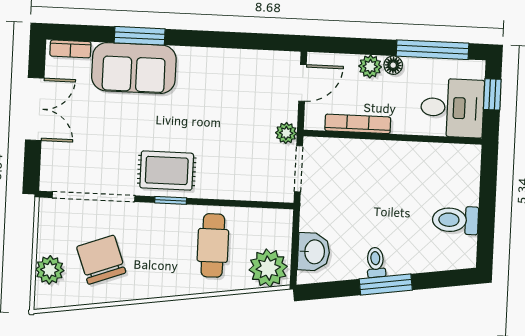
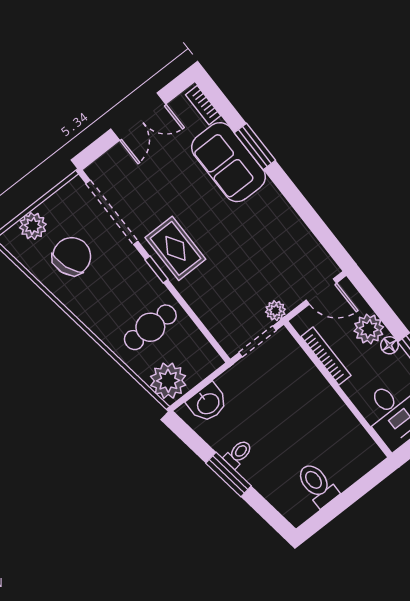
plant: (370, 66) -> (369, 329), width x1.38, depth x1.38

